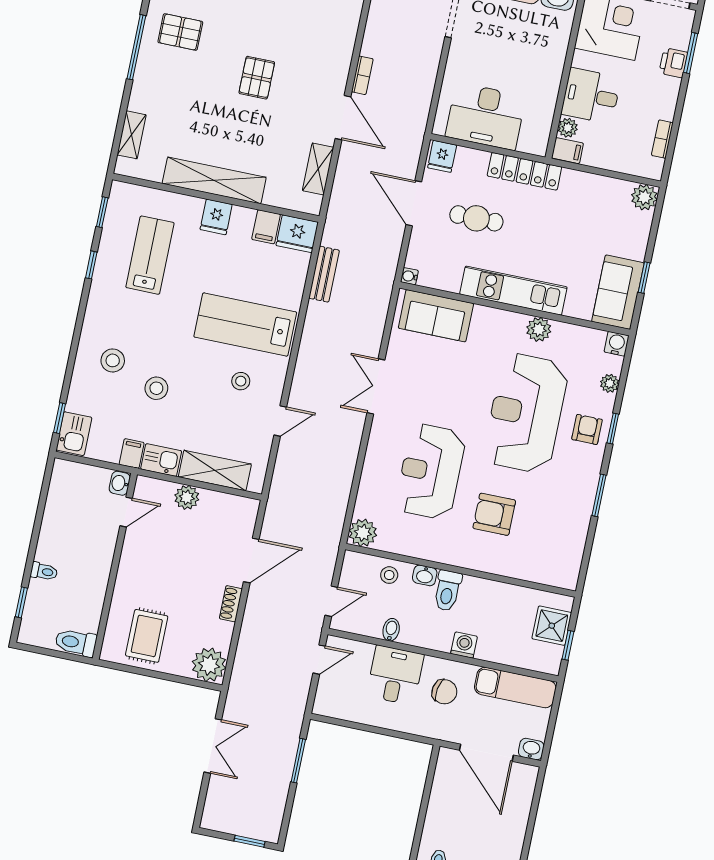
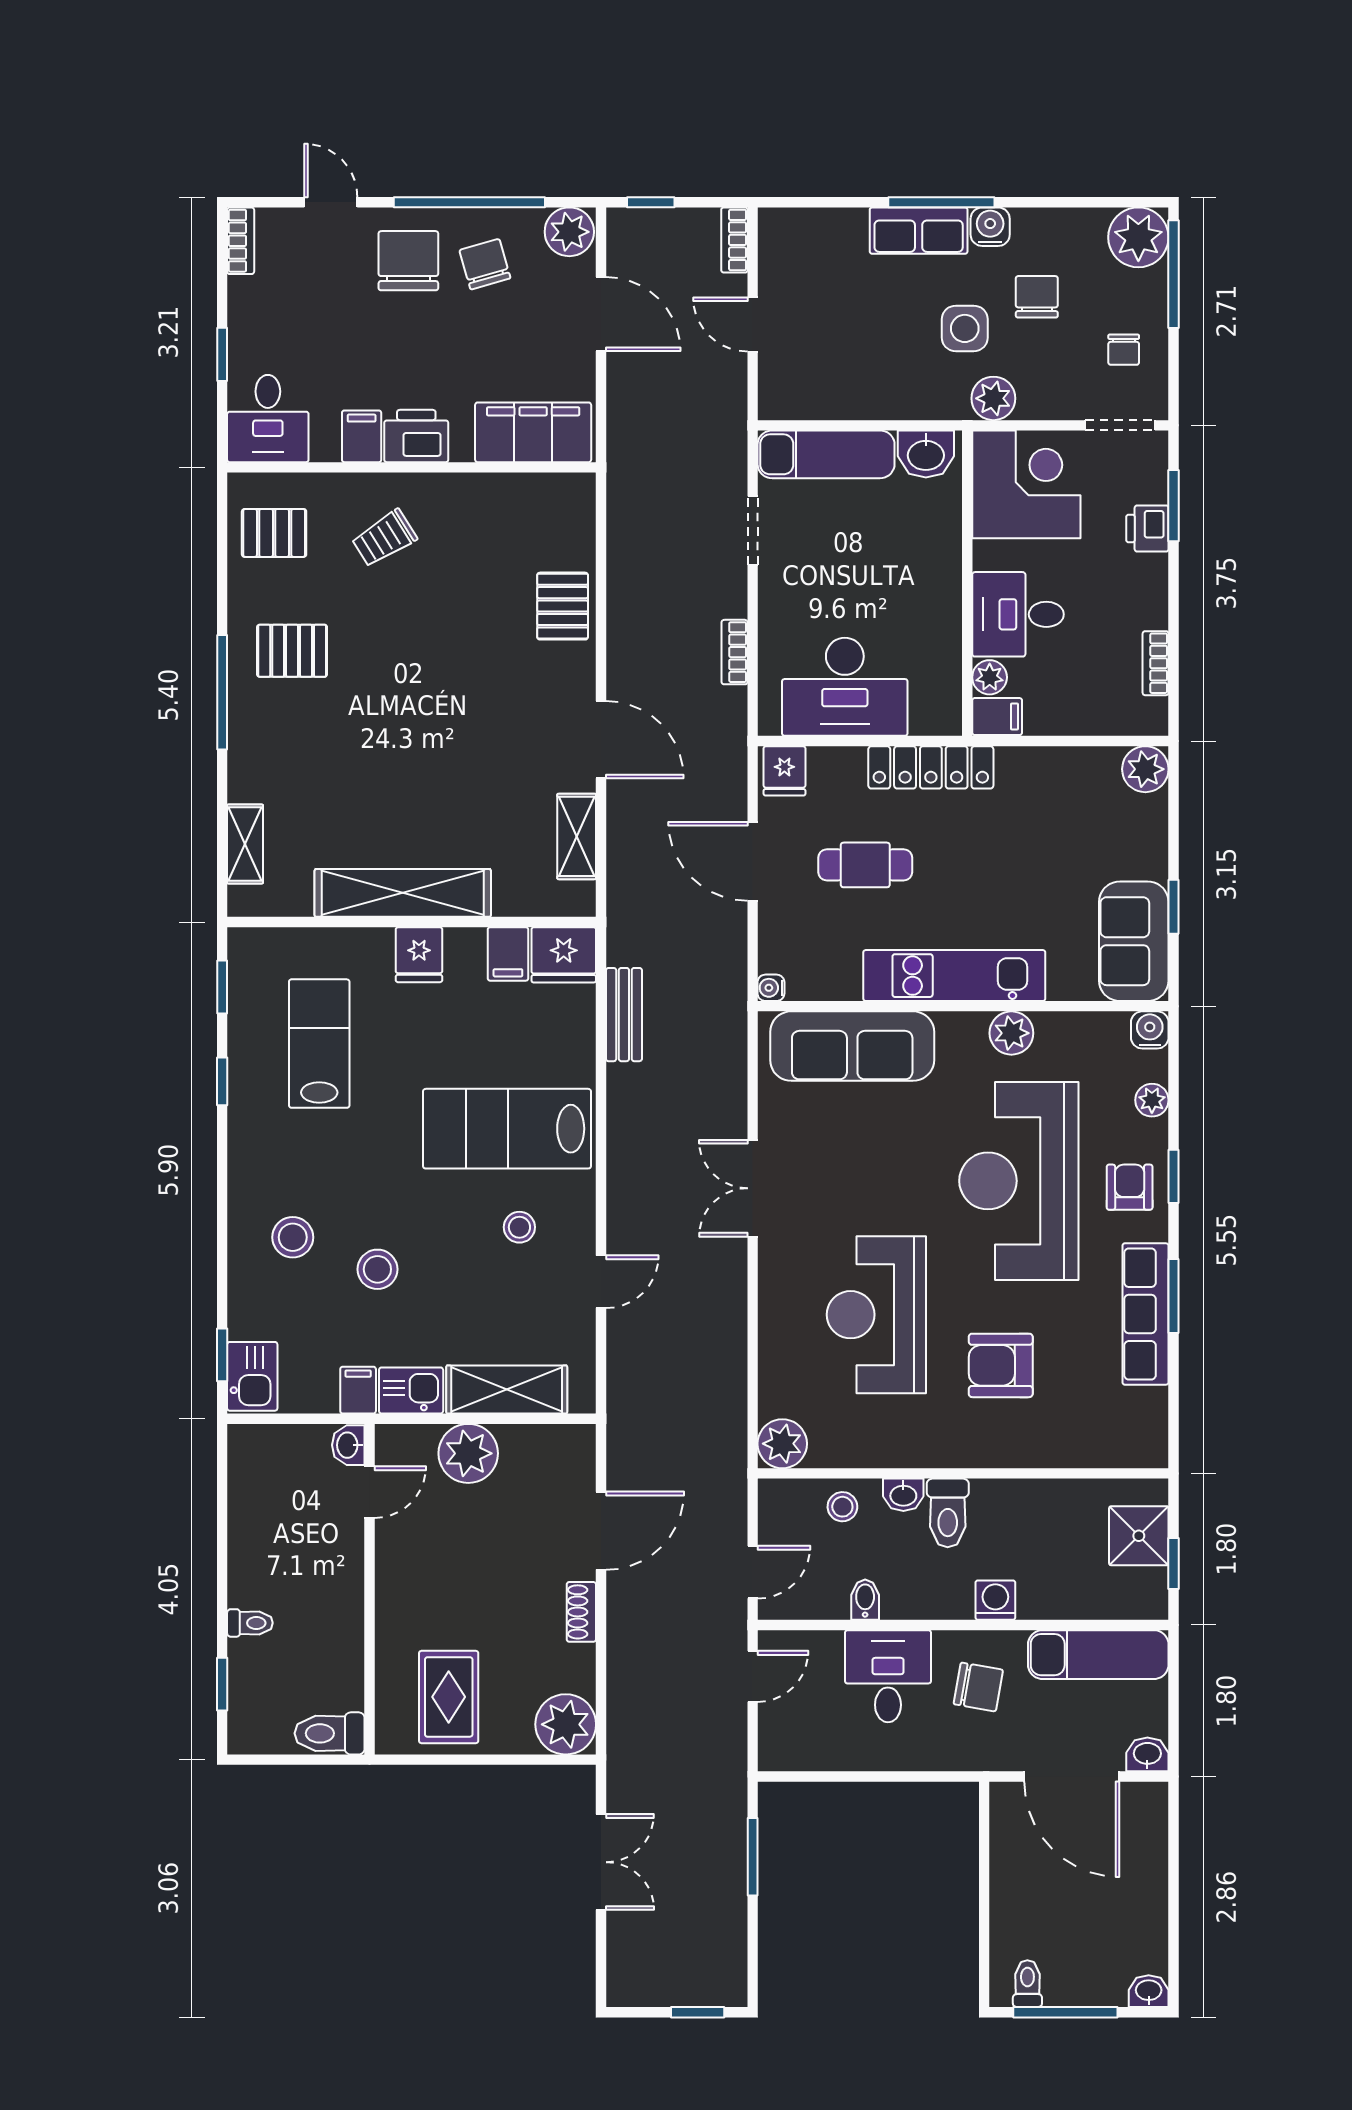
bookcase: (362, 75) -> (735, 652), moved, turned 180
pallet: (257, 78) -> (563, 606), moved
sofa: (436, 316) -> (852, 1046), width x1.36
plant: (187, 497) -> (468, 1453), width x1.36, depth x1.36
row of seats: (581, 502) -> (1146, 1314), added

